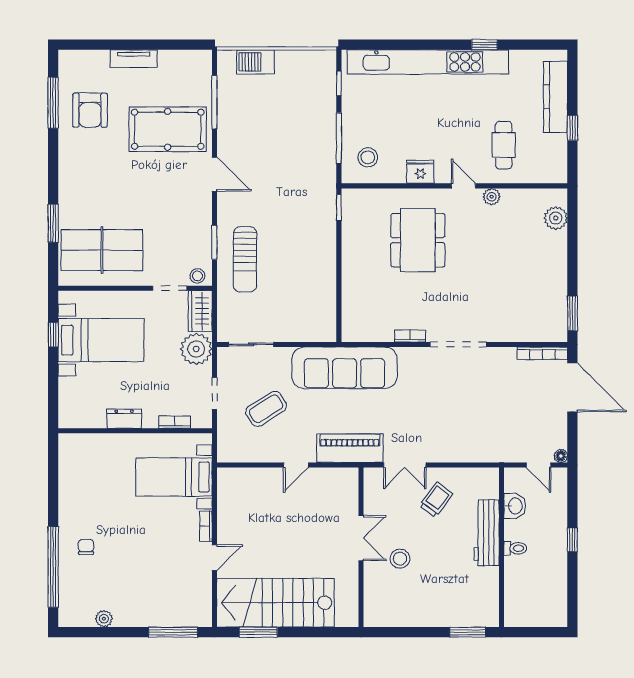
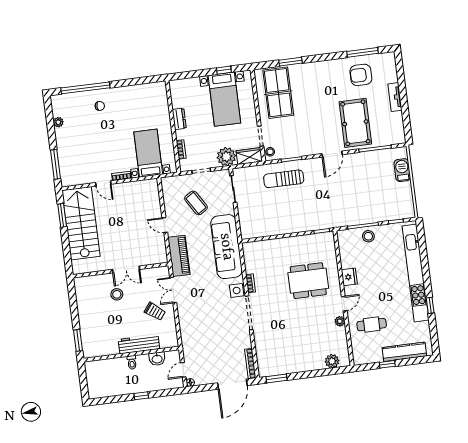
stool: (368, 157) -> (368, 236), moved
side table: (419, 360) -> (237, 290), added

